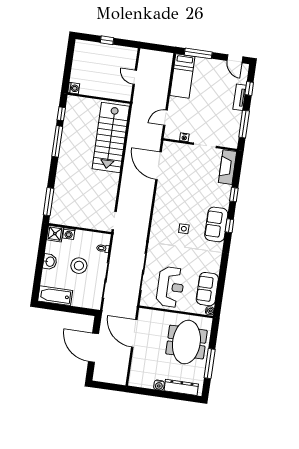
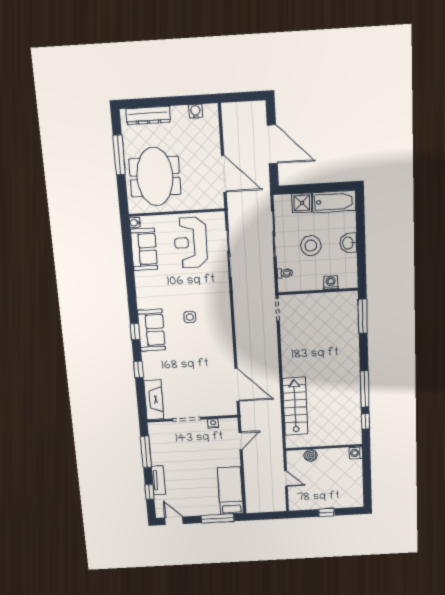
boiler: (111, 93) -> (311, 455), added
stairs: (111, 138) -> (295, 406), width x0.73, depth x0.66
shower: (55, 234) -> (302, 203), moved
water cooler: (159, 385) -> (195, 111), moved

